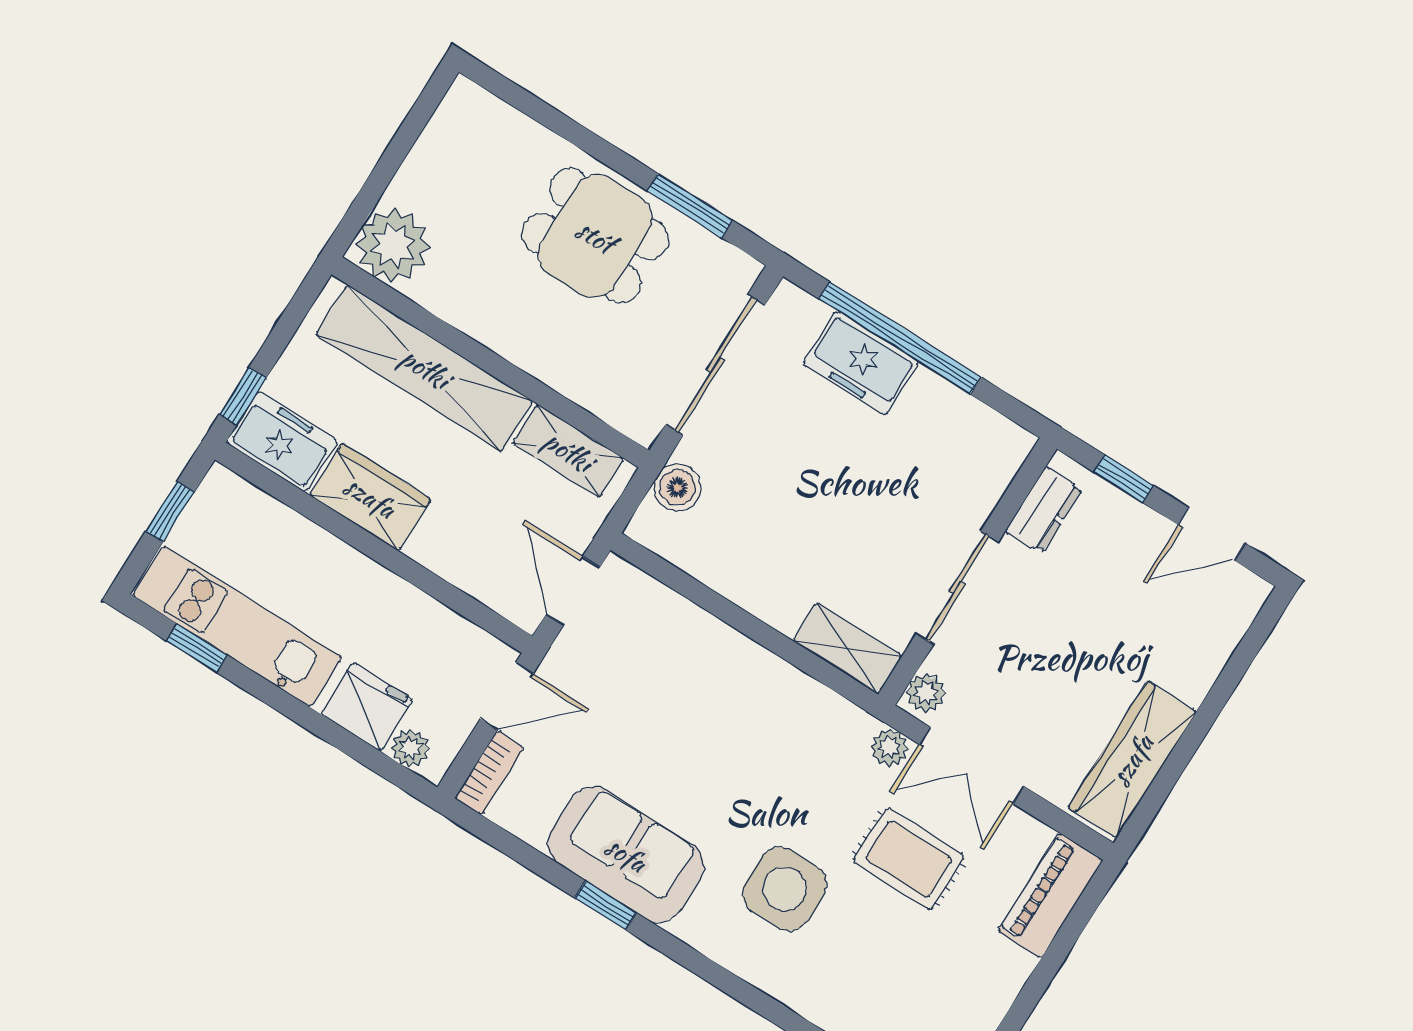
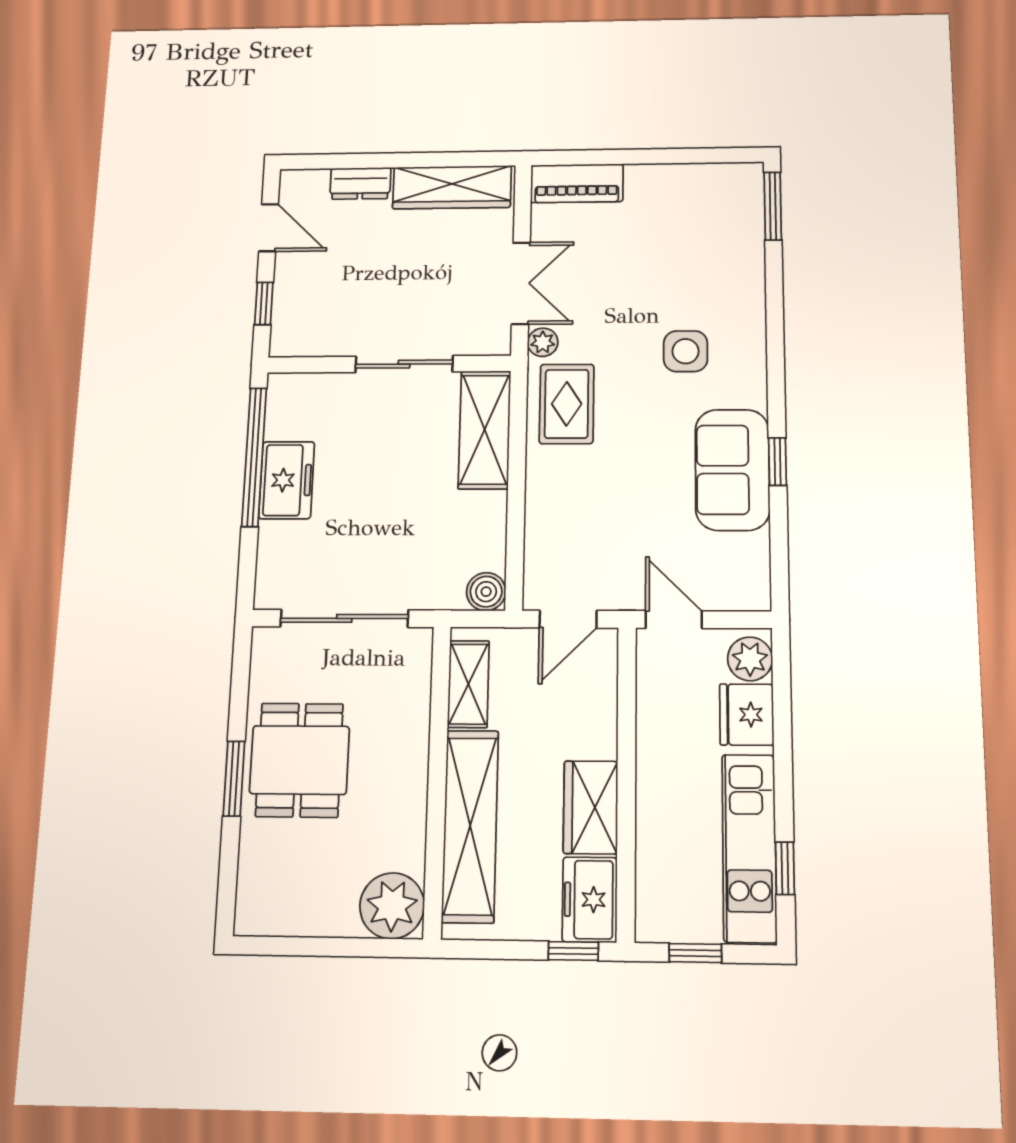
window: (690, 206) -> (234, 779), moved
window: (900, 338) -> (254, 457), moved
freezer: (861, 363) -> (287, 480), moved
boiler: (677, 487) -> (486, 592), moved
dresser: (1044, 510) -> (360, 183), moved, turned 180
shelving: (847, 648) -> (485, 430), width x1.50, depth x1.33
plant: (926, 693) -> (490, 341), removed
plant: (410, 748) -> (750, 659), width x1.38, depth x1.38
bookcase: (489, 773) -> (737, 598), removed
rug: (909, 859) -> (567, 404), moved
side table: (785, 889) -> (686, 351), width x0.73, depth x0.73

